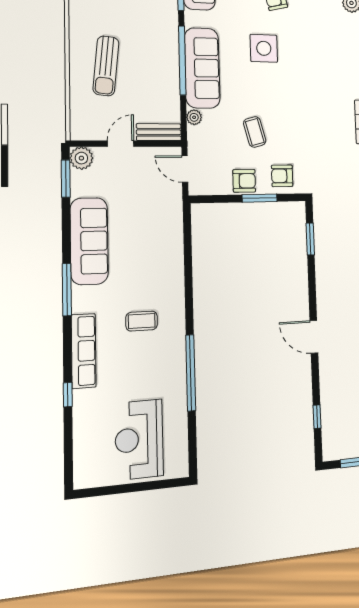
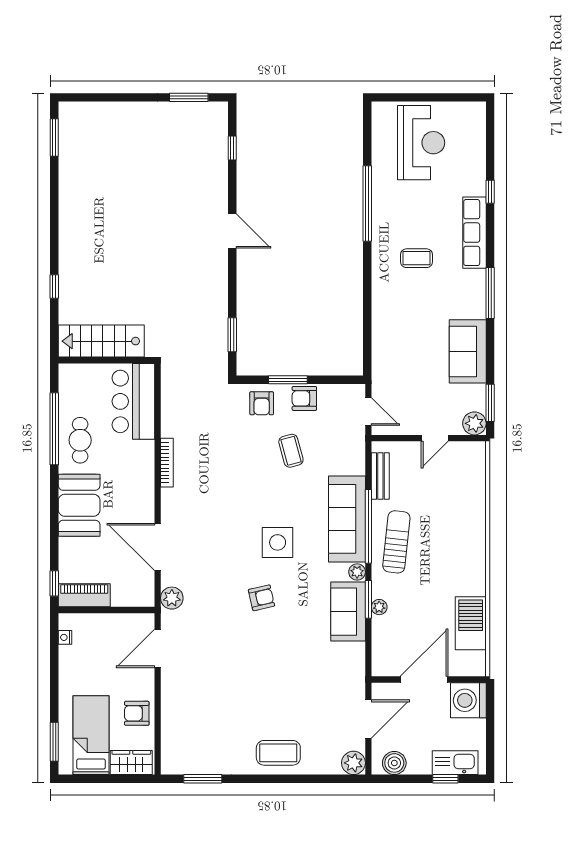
sun lounger: (106, 66) -> (396, 542), moved
plant: (194, 117) -> (357, 572), moved
bench: (159, 132) -> (380, 476), moved, turned 90
armchair: (282, 176) -> (262, 403), turned 90
sofa: (89, 241) -> (468, 351), width x0.73

